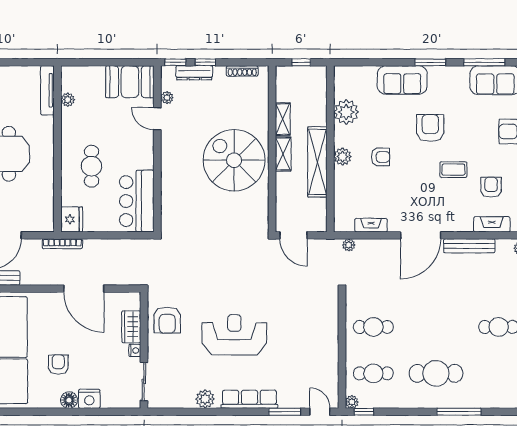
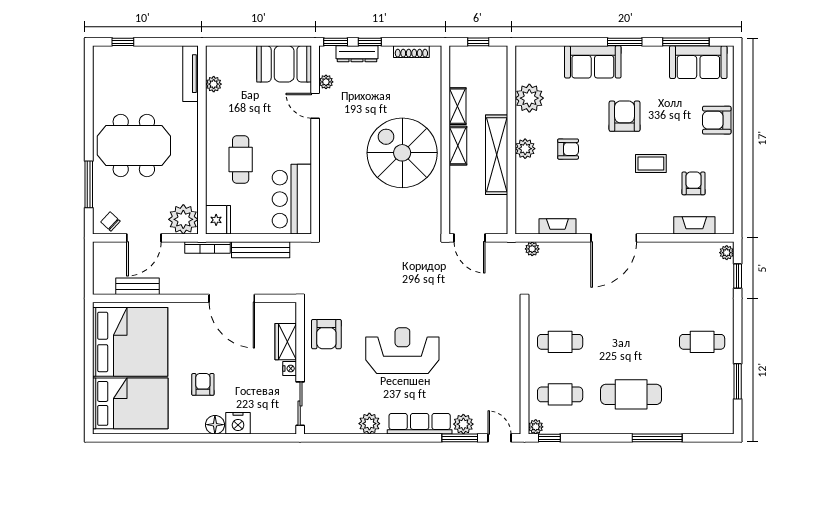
plant: (41, 219) -> (183, 219), added
bench: (469, 246) -> (261, 250), moved
plant: (288, 400) -> (463, 424), added

